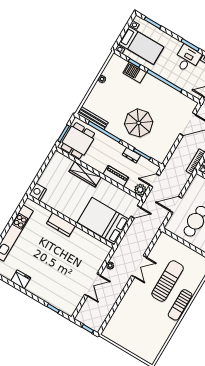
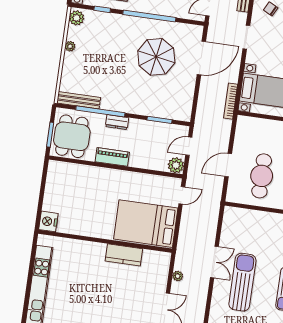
plant: (114, 62) -> (77, 18), added
barbecue: (135, 73) -> (108, 21), removed
parasol: (139, 123) -> (156, 57), moved
dresser: (131, 155) -> (117, 122), moved
wardrobe: (85, 174) -> (99, 175), removed
piano: (116, 176) -> (112, 157), moved
kitchen counter: (61, 225) -> (124, 255), moved
sun lounger: (168, 281) -> (242, 282), moved

